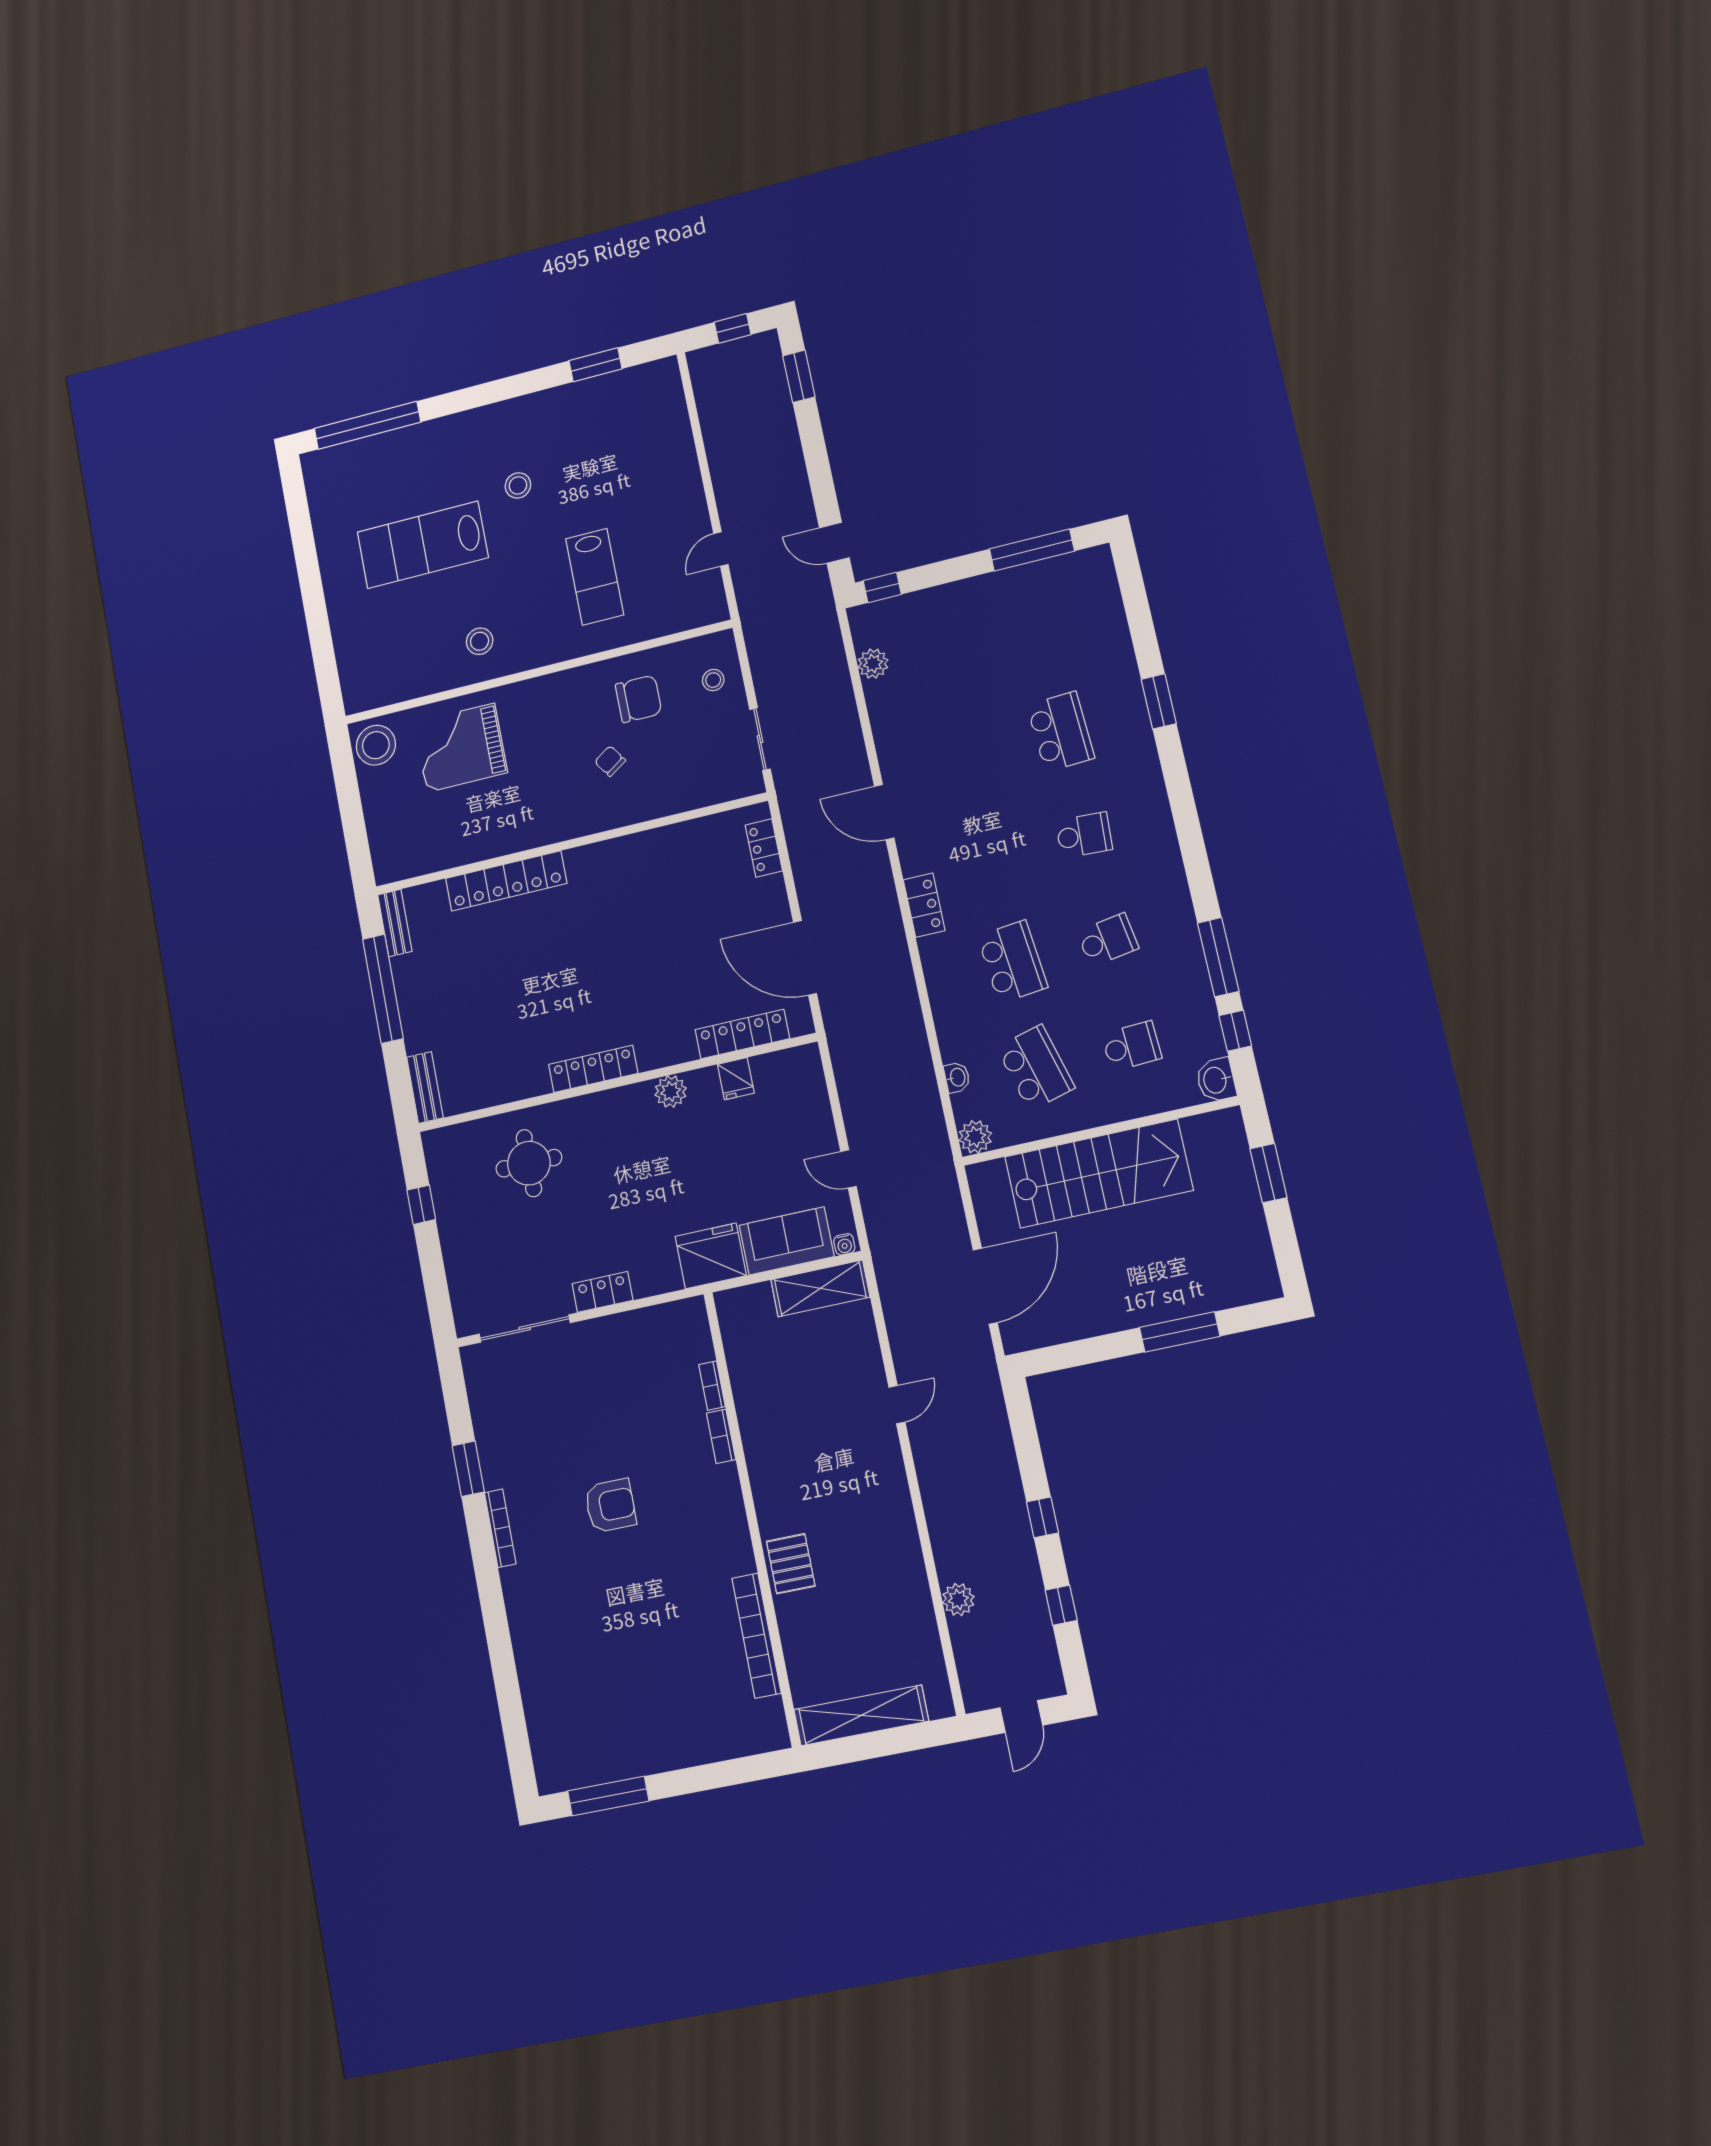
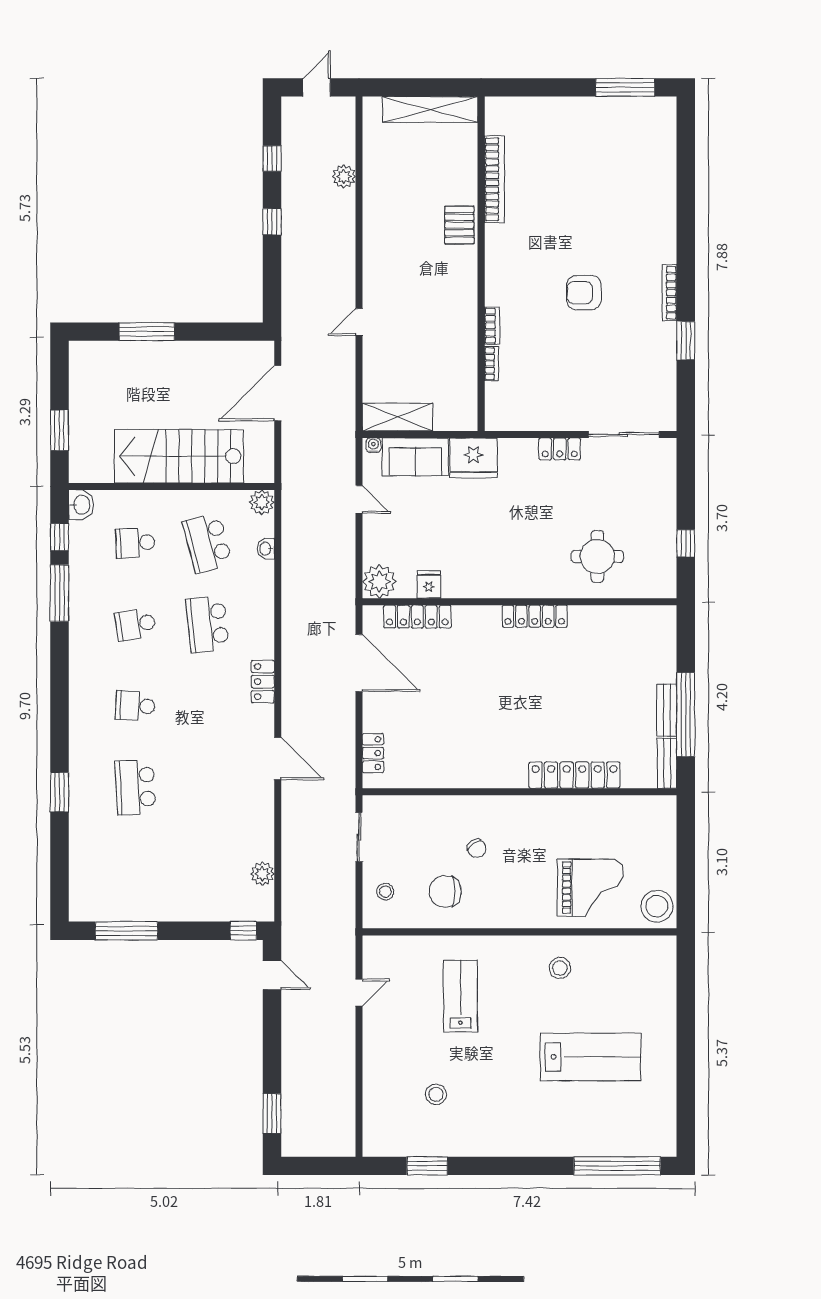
window: (733, 328) -> (315, 1166), removed
stool: (518, 485) -> (436, 1094), moved
bench: (425, 1087) -> (667, 710), moved
plant: (671, 1092) -> (379, 582), moved, width x1.36, depth x1.36

